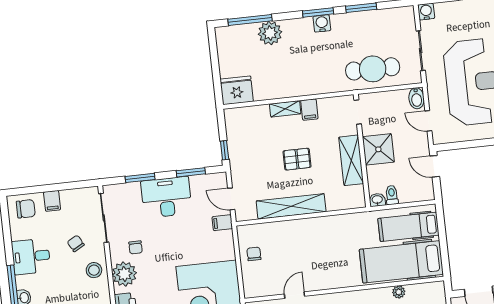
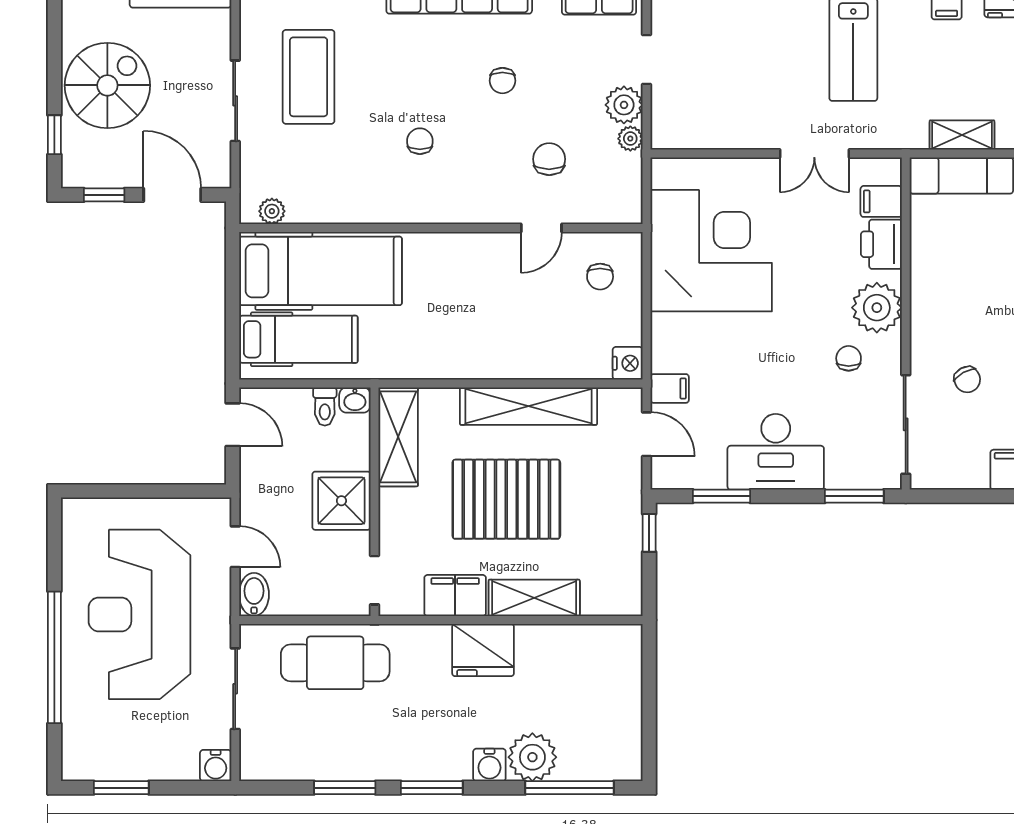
water cooler: (322, 23) -> (489, 765), moved
fridge: (237, 90) -> (483, 650), moved
shelving: (285, 109) -> (534, 598), width x1.50, depth x1.33
filing cabinet: (309, 110) -> (455, 595), width x2.00
pallet: (297, 159) -> (506, 499), width x2.05, depth x2.00
shelving: (351, 160) -> (398, 437), moved
door: (435, 166) -> (233, 425), moved
window: (140, 178) -> (854, 496), moved
nightstand: (244, 233) -> (628, 363), added
chair: (254, 254) -> (600, 277), moved
stool: (94, 270) -> (937, 322), removed
plant: (399, 292) -> (272, 211), moved

